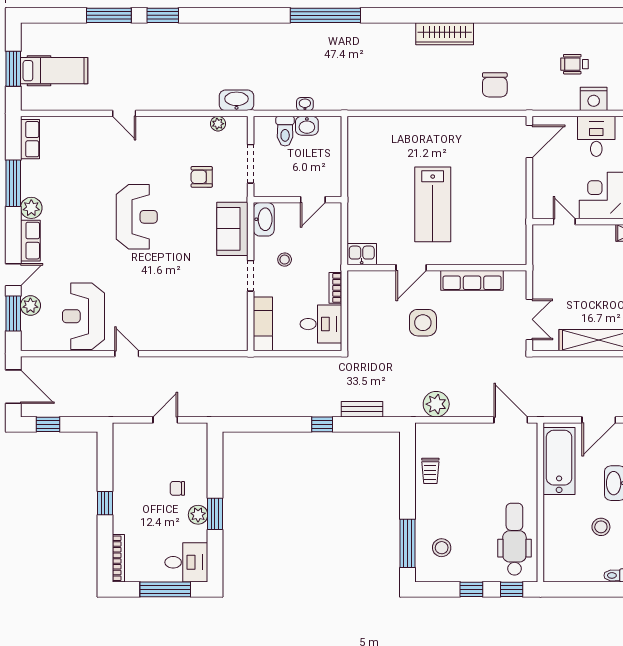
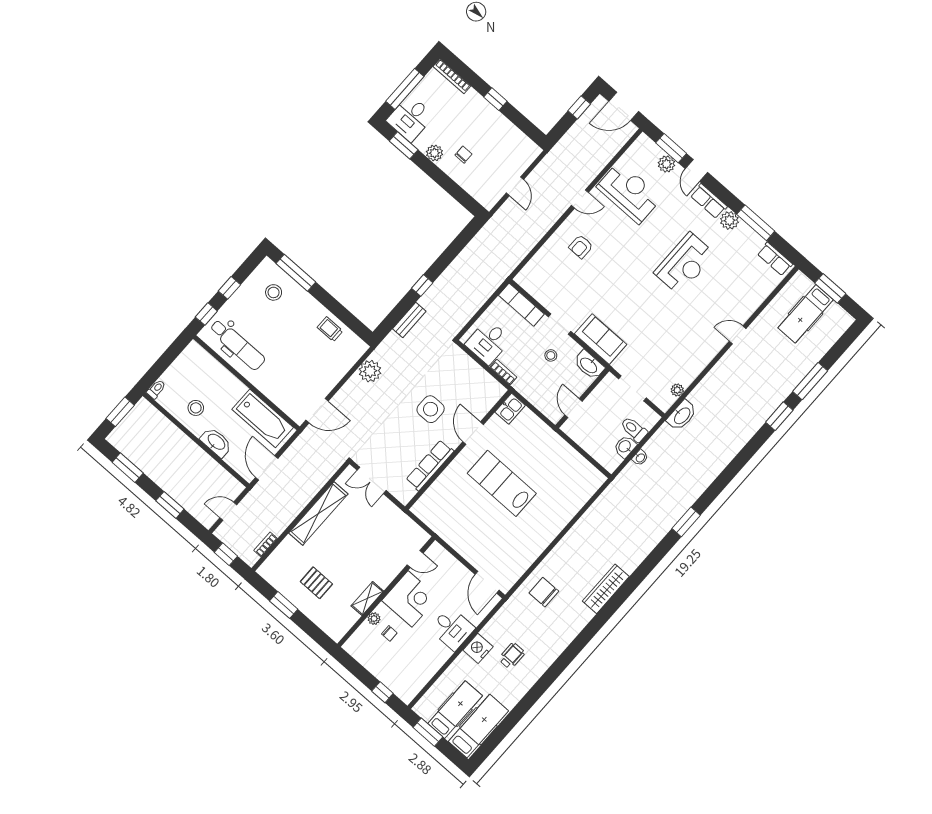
window: (325, 15) -> (686, 522), width x0.47
armchair: (202, 177) -> (581, 247), moved, turned 180
reception desk: (137, 217) -> (685, 264), moved, turned -90
window: (215, 514) -> (404, 145), moved

